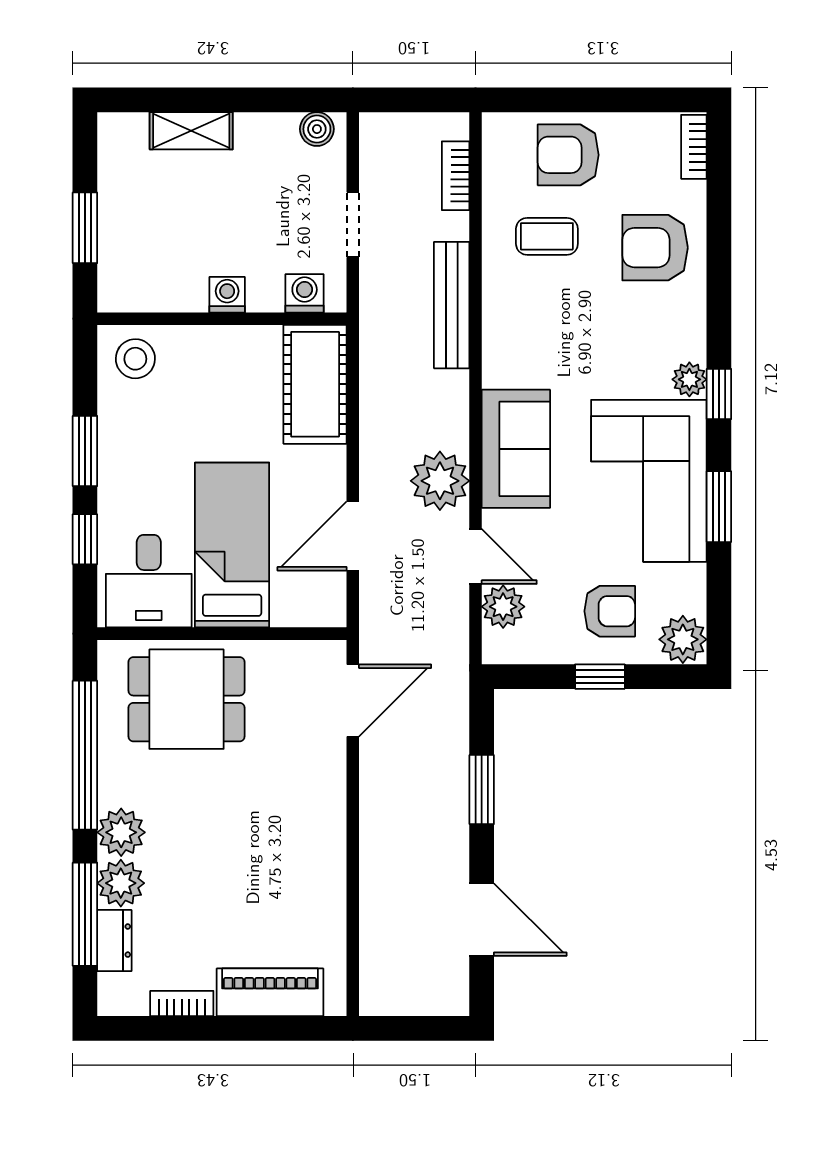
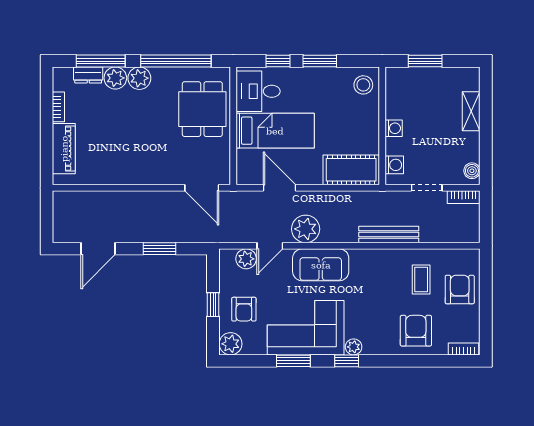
bookcase: (456, 176) -> (464, 197), moved, turned 180

